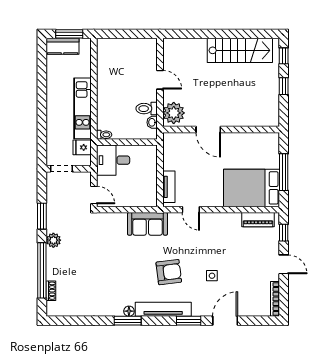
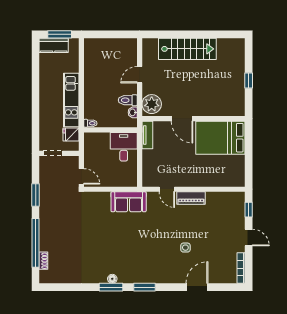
stairs: (240, 50) -> (187, 49), moved
window: (284, 56) -> (249, 54), removed
door: (160, 80) -> (140, 75), swing flipped
desk: (113, 160) -> (124, 147), moved, turned 90
window: (284, 172) -> (249, 156), removed
tv unit: (169, 187) -> (147, 135), moved
bed: (252, 188) -> (220, 138), moved
piano: (258, 220) -> (191, 198), moved
plant: (53, 240) -> (46, 216), removed
armchair: (169, 272) -> (147, 244), removed
tv unit: (163, 309) -> (142, 277), removed
window: (189, 321) -> (144, 287), moved

